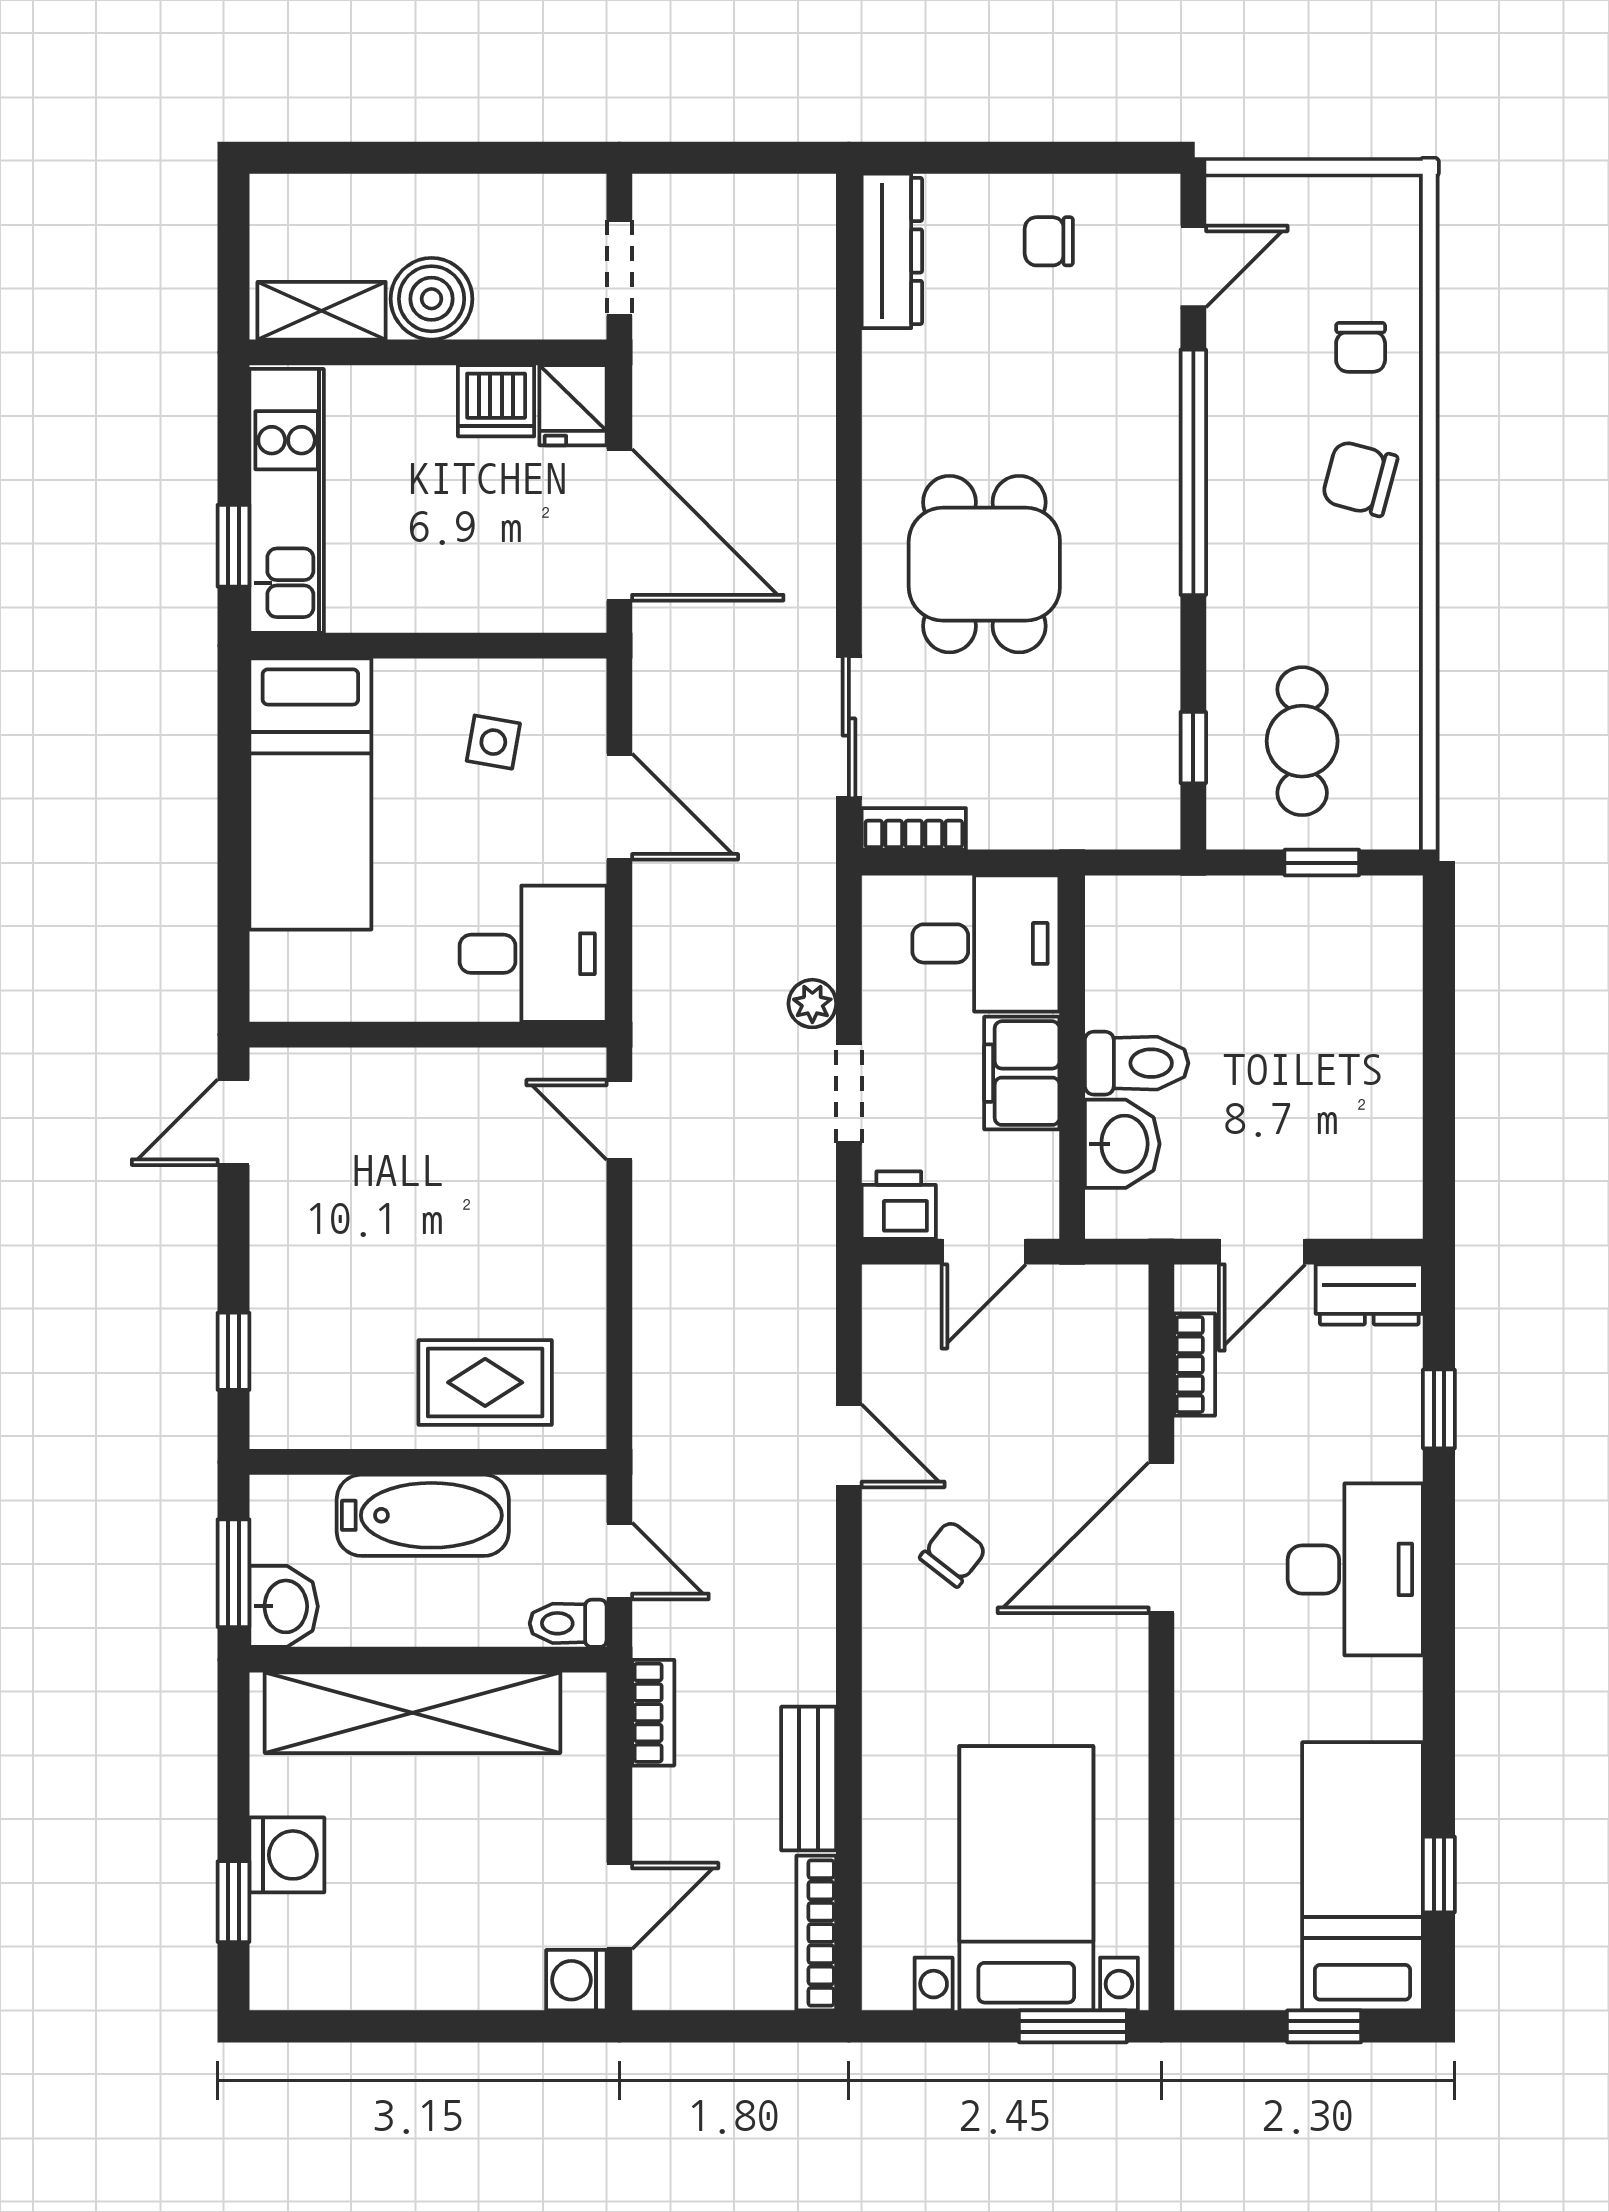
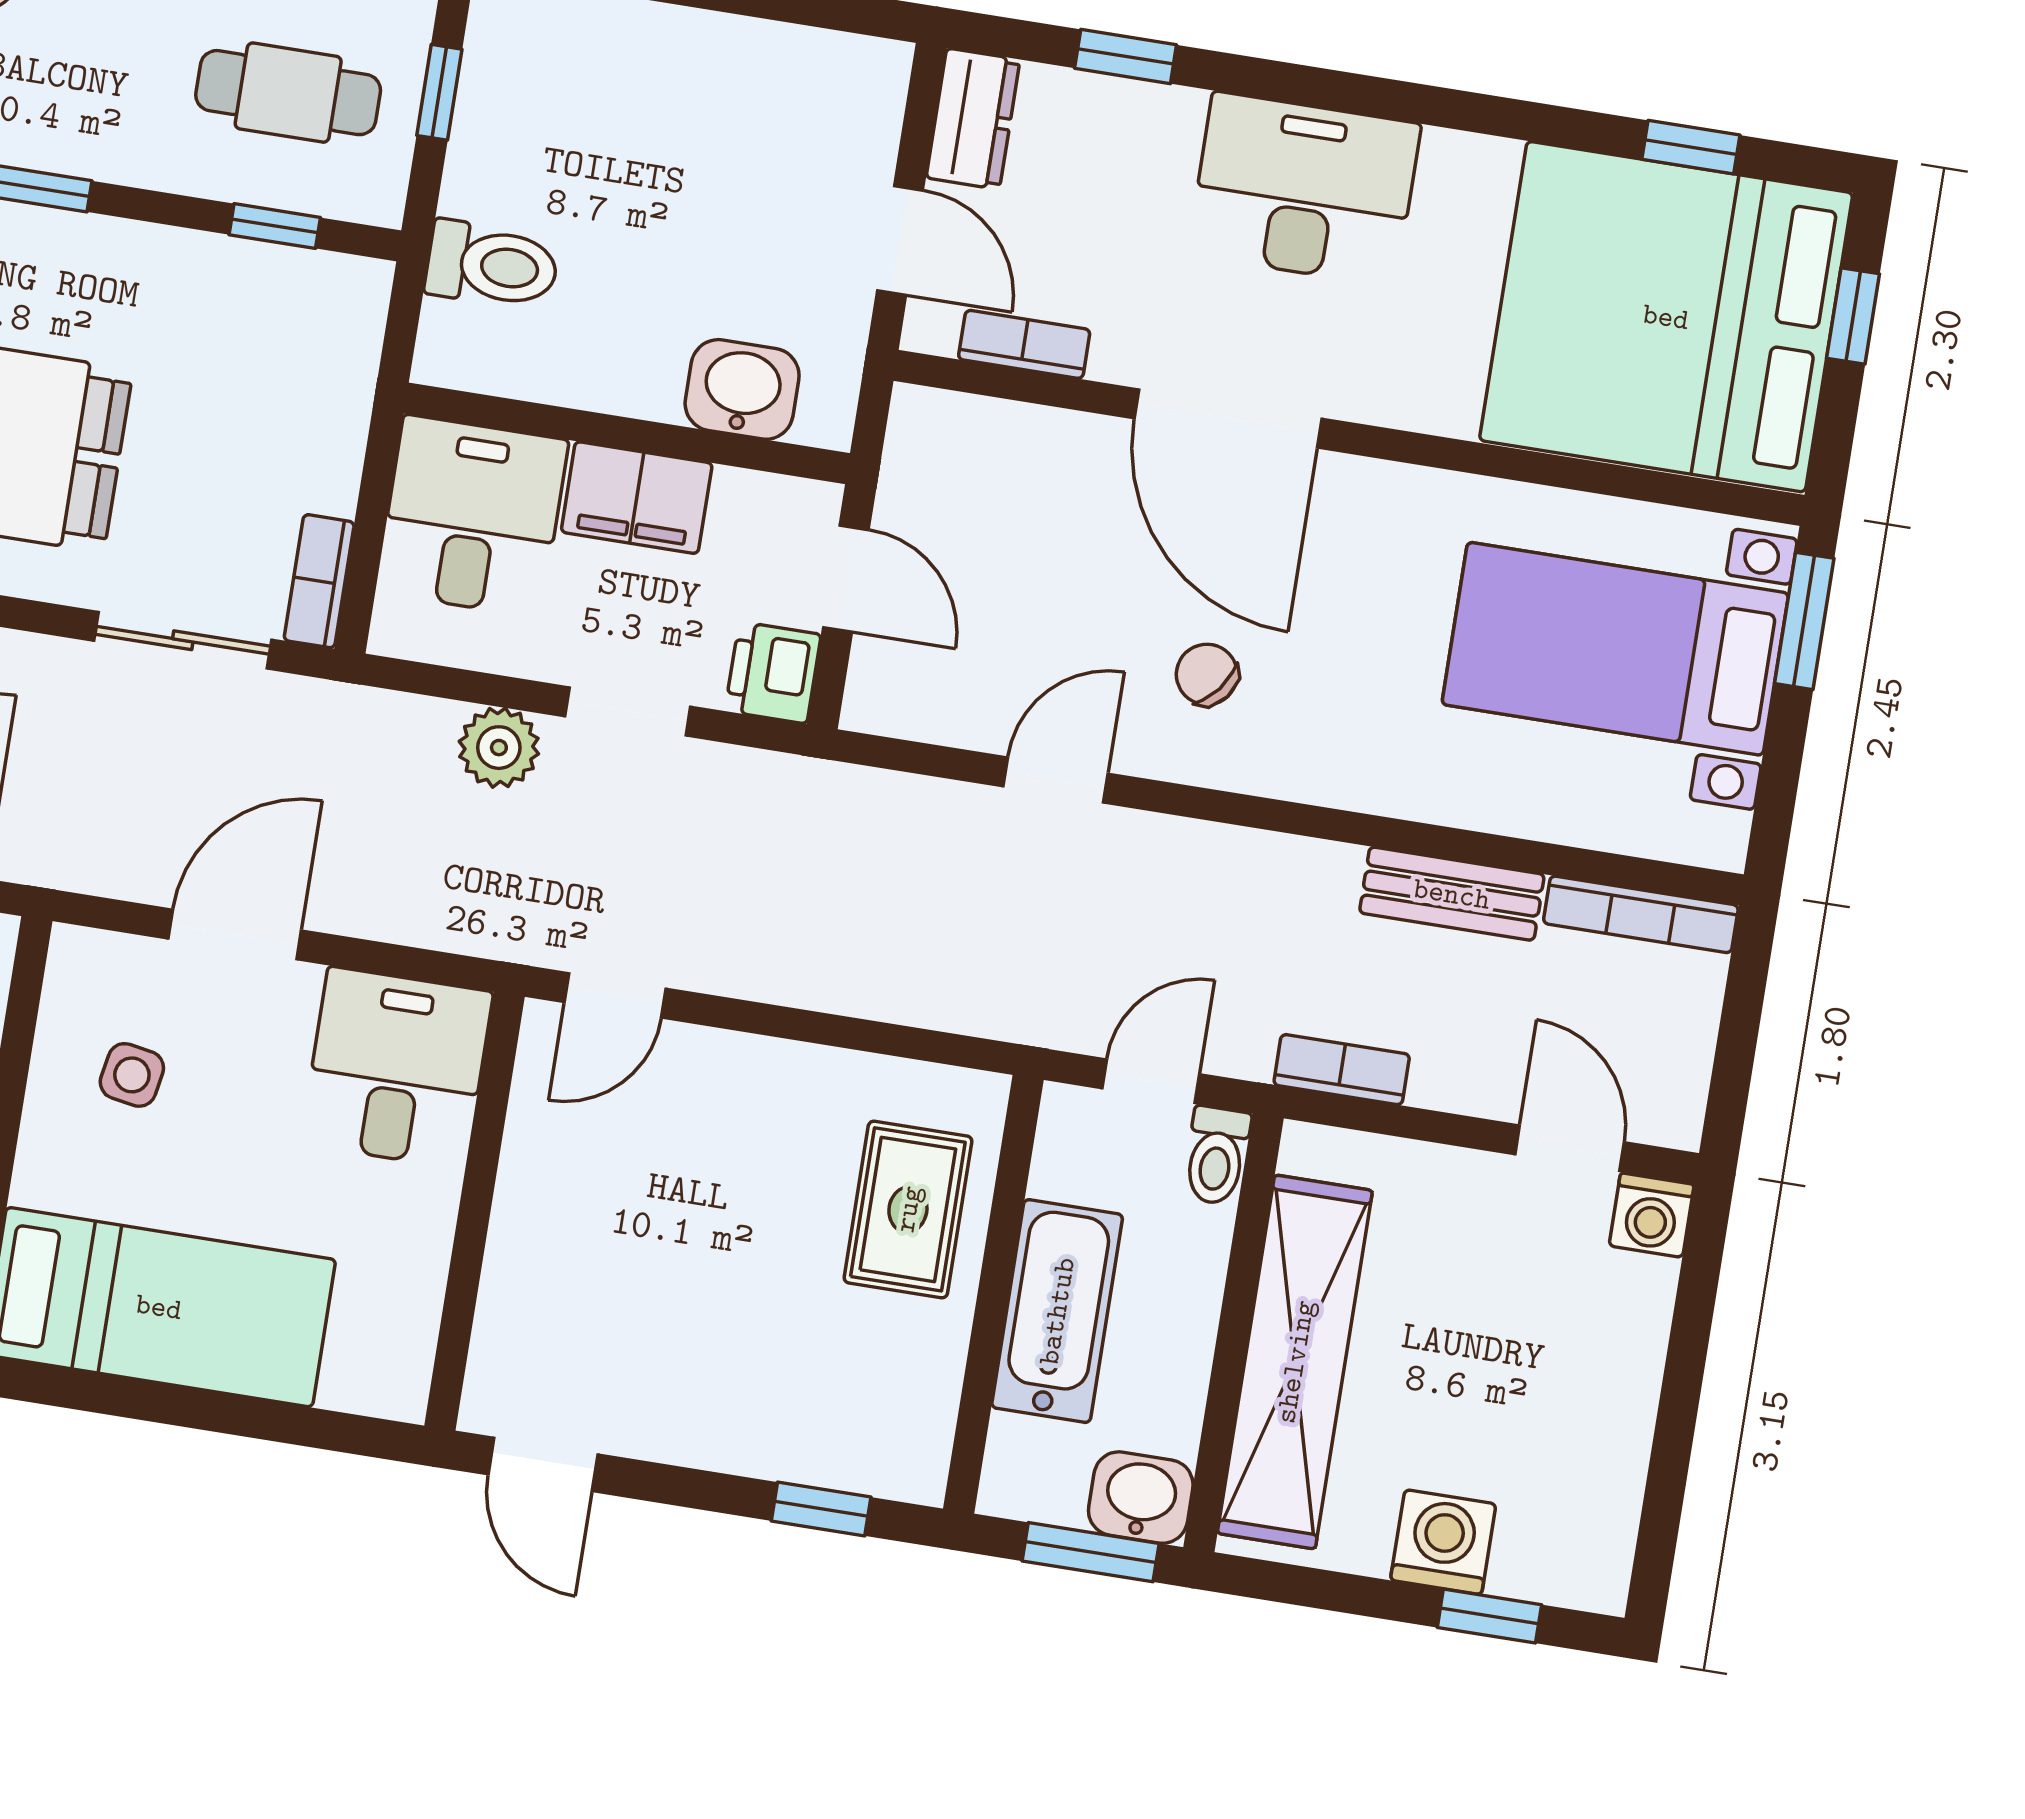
plant: (812, 1004) -> (499, 748), width x1.38, depth x1.38
toilet: (1137, 1063) -> (492, 265), moved, turned 90
bed: (1363, 1876) -> (1666, 317), width x2.04

